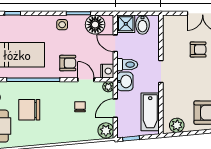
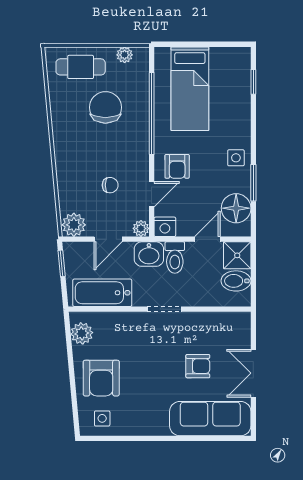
armchair: (198, 50) -> (198, 366), turned -90
door: (115, 108) -> (108, 239), swing flipped

